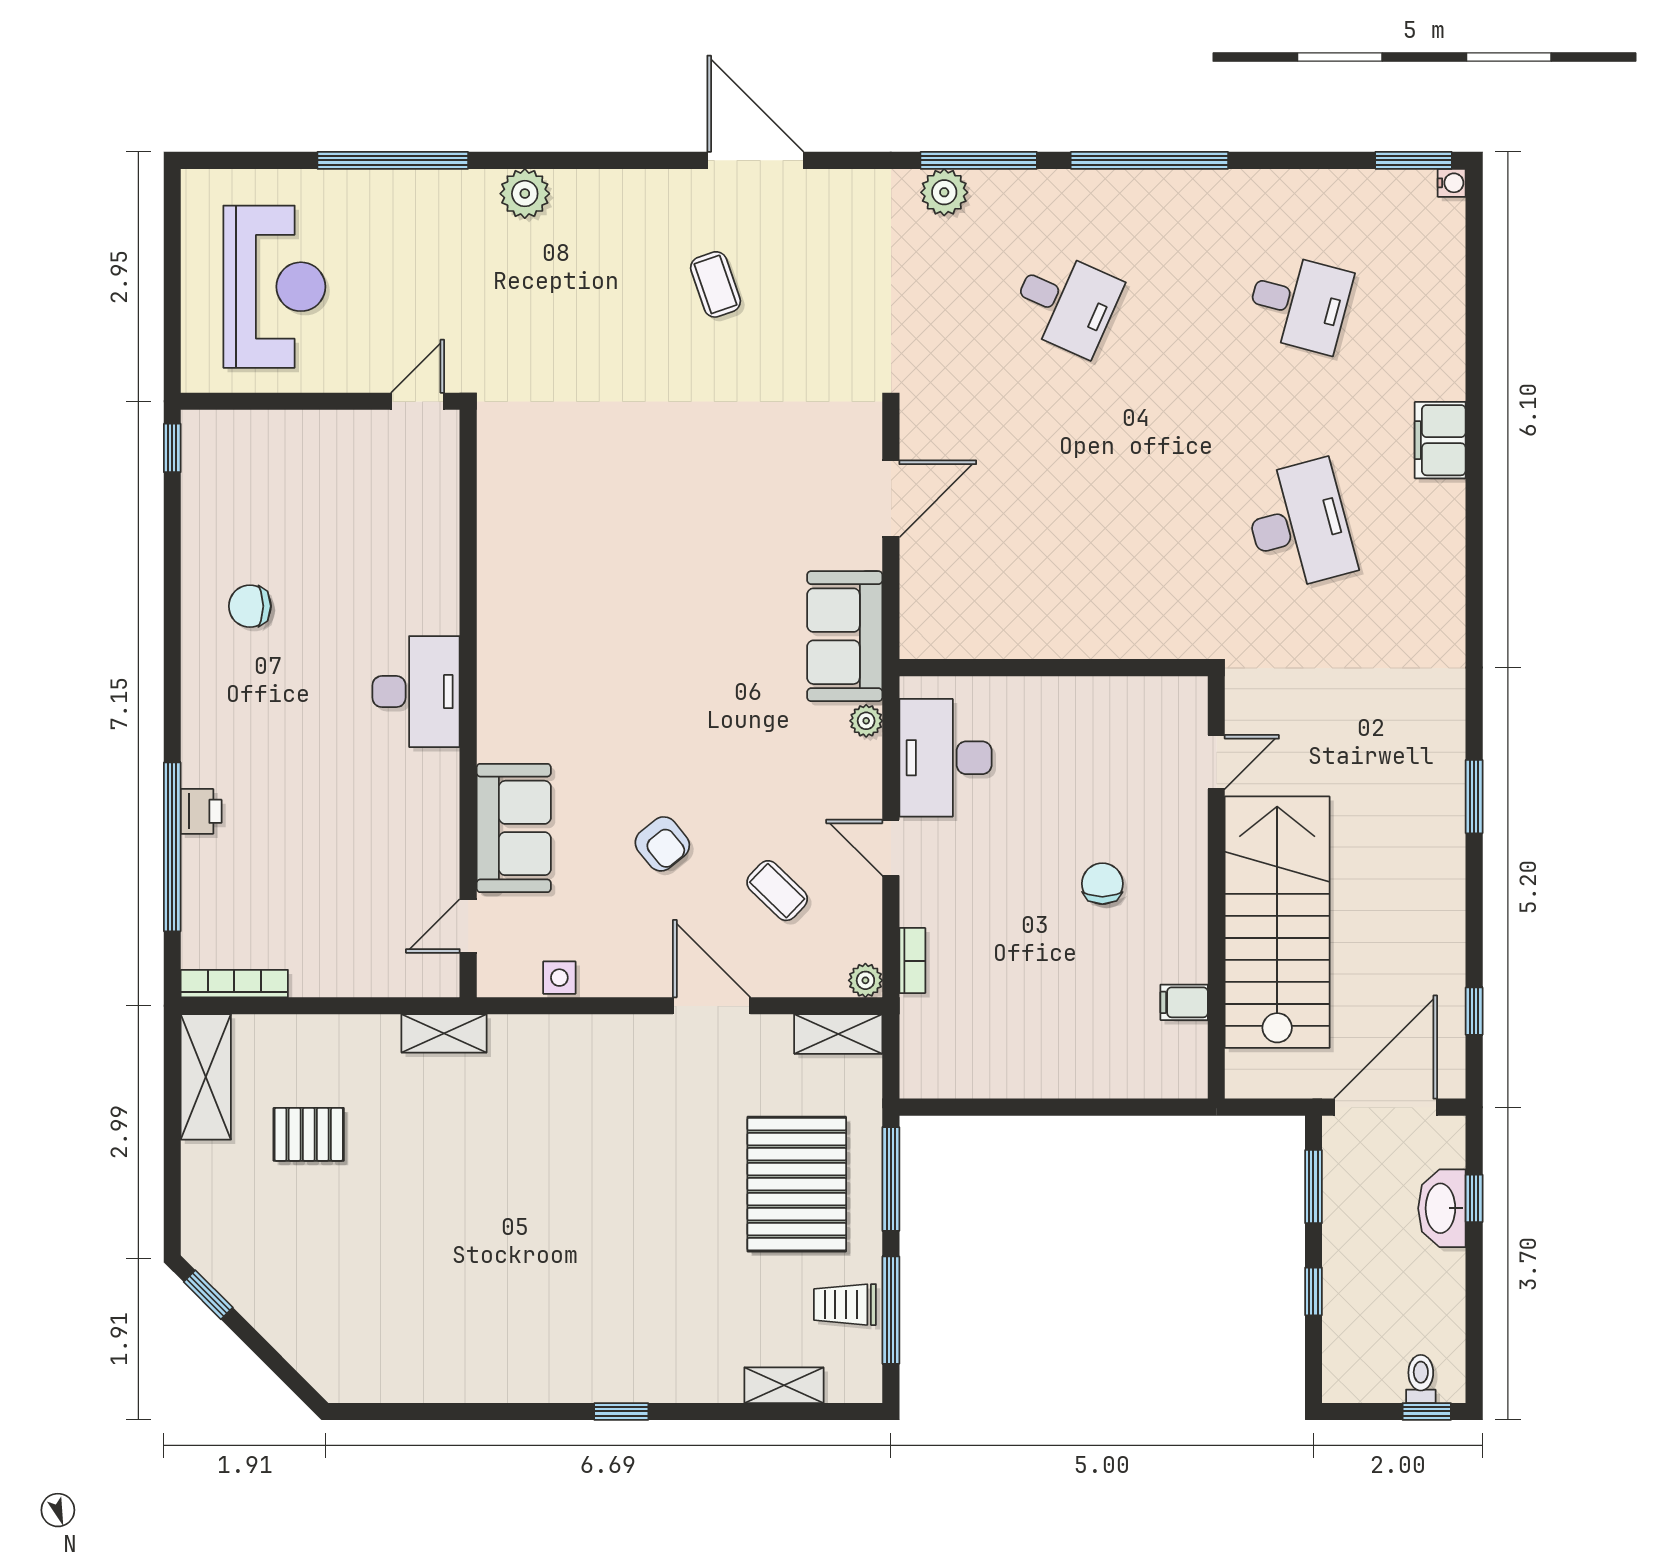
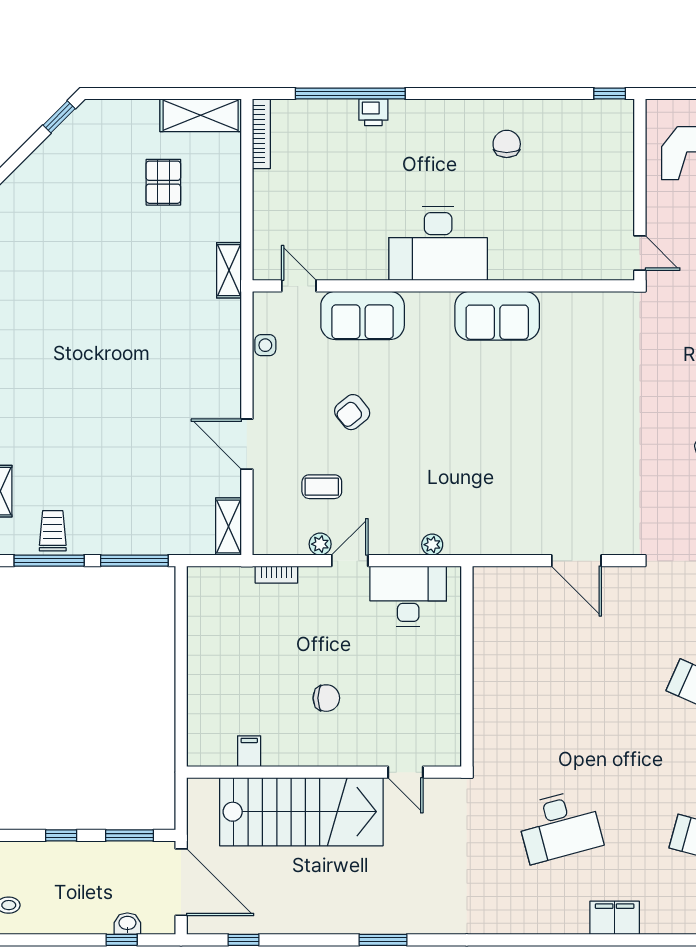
sofa: (845, 636) -> (497, 316), moved, turned 180
desk: (416, 692) -> (438, 243), width x1.36, depth x1.30
coffee table: (777, 891) -> (322, 487), turned 46
plant: (865, 980) -> (320, 544), moved
door: (712, 1006) -> (247, 444), swing flipped
pallet: (797, 1184) -> (131, 499), removed
washbasin: (1442, 1208) -> (127, 924), width x0.52, depth x0.69

